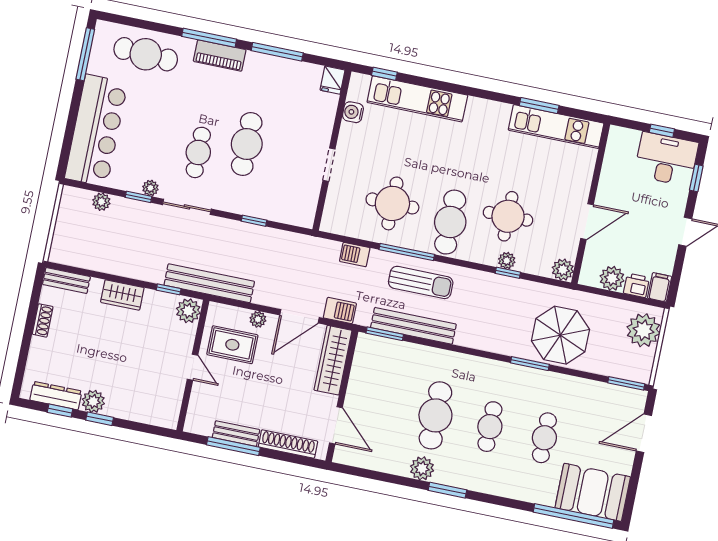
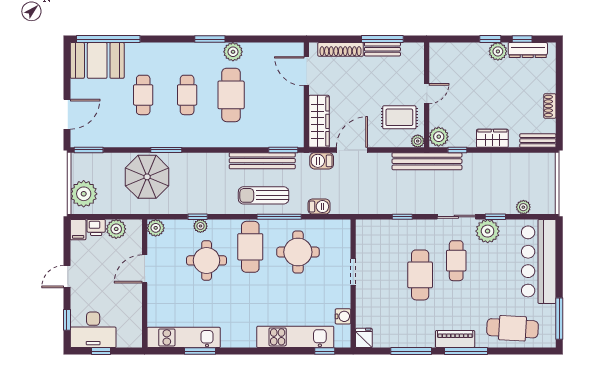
plant: (150, 188) -> (488, 231), width x1.88, depth x1.88
plant: (258, 319) -> (418, 141), moved
door: (192, 367) -> (427, 94), swing flipped

